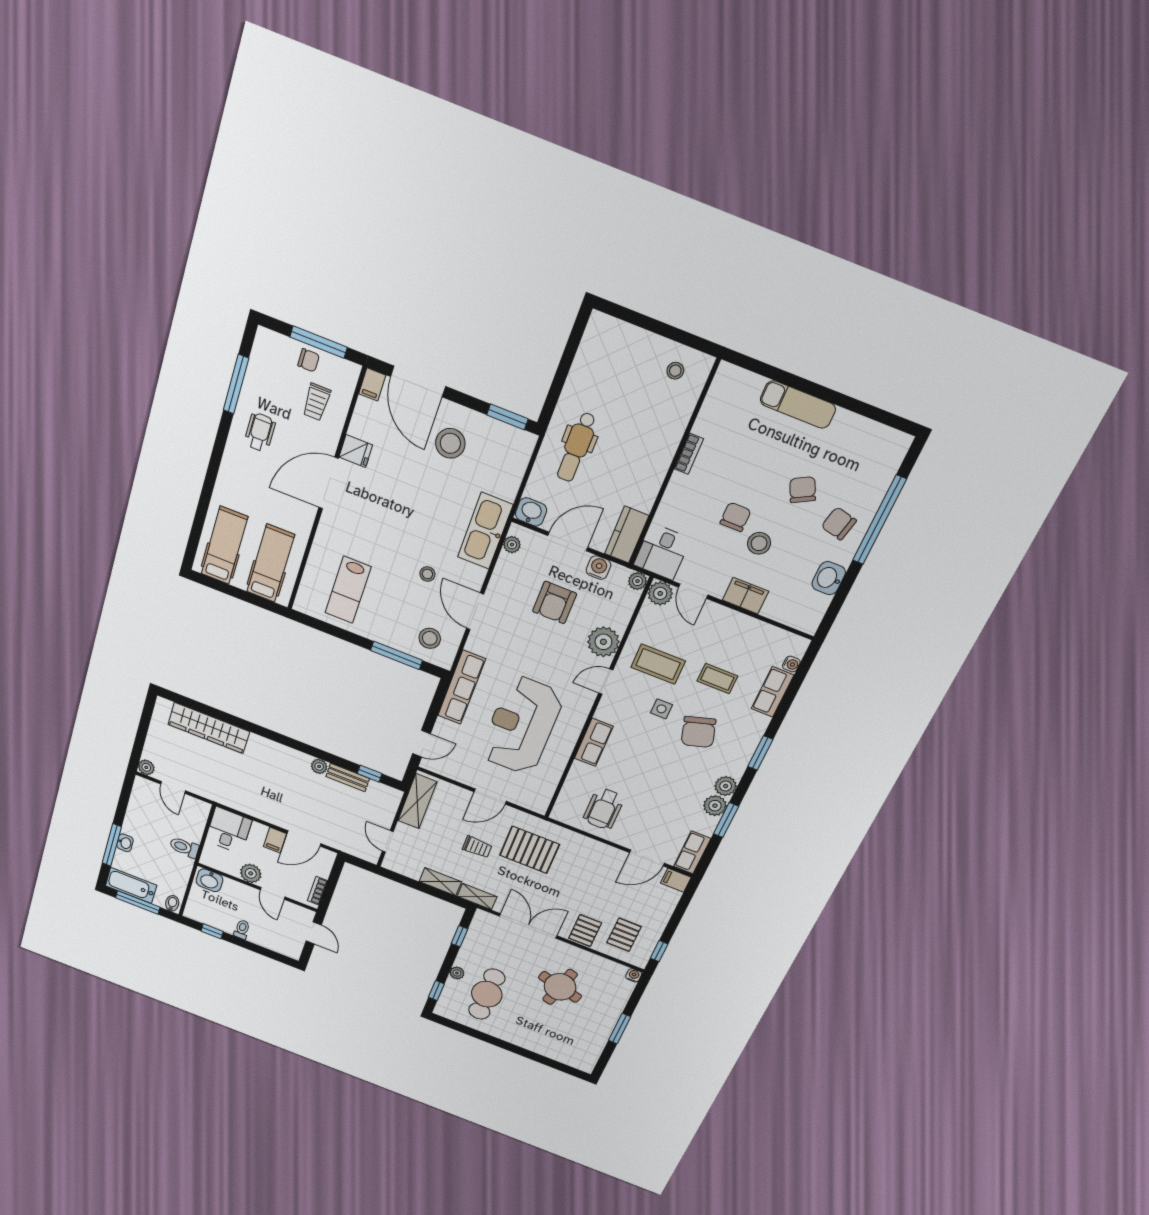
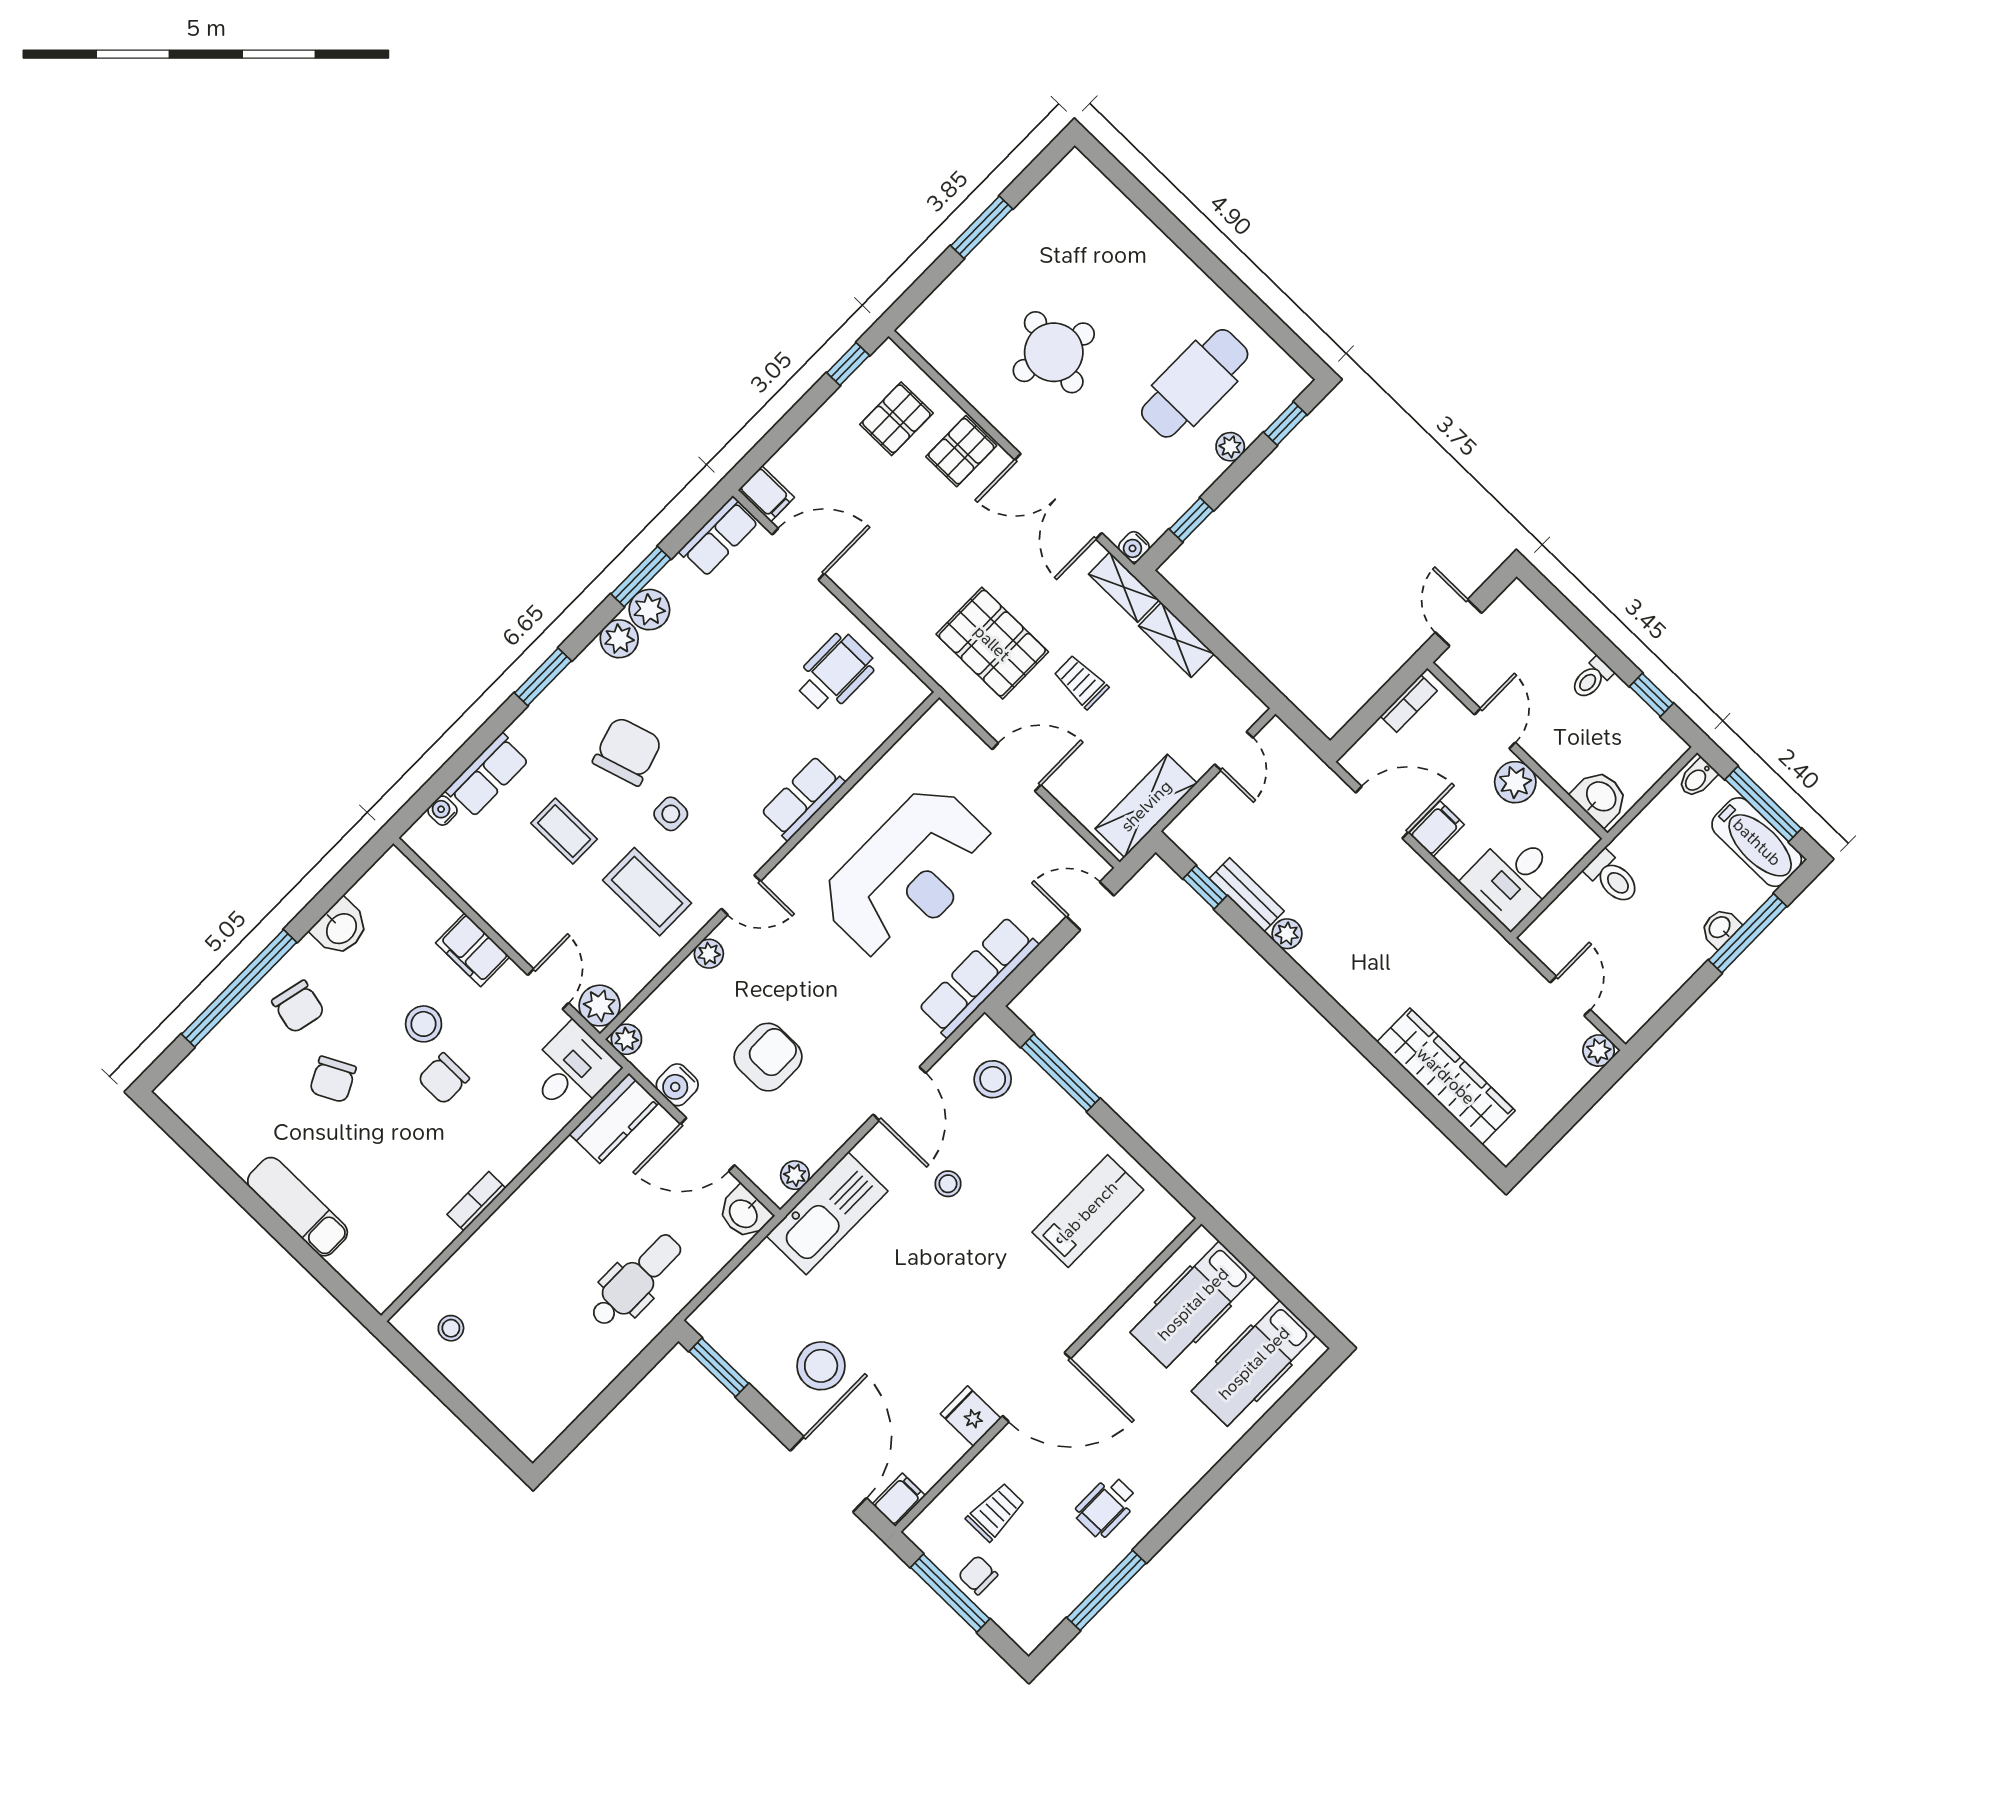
plant: (603, 642) -> (709, 954), width x0.53, depth x0.53
water cooler: (634, 975) -> (1134, 547), moved

